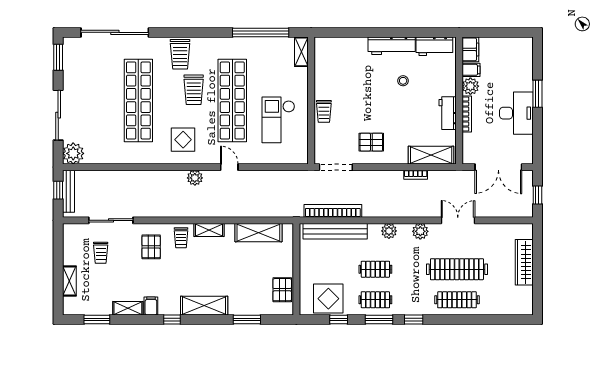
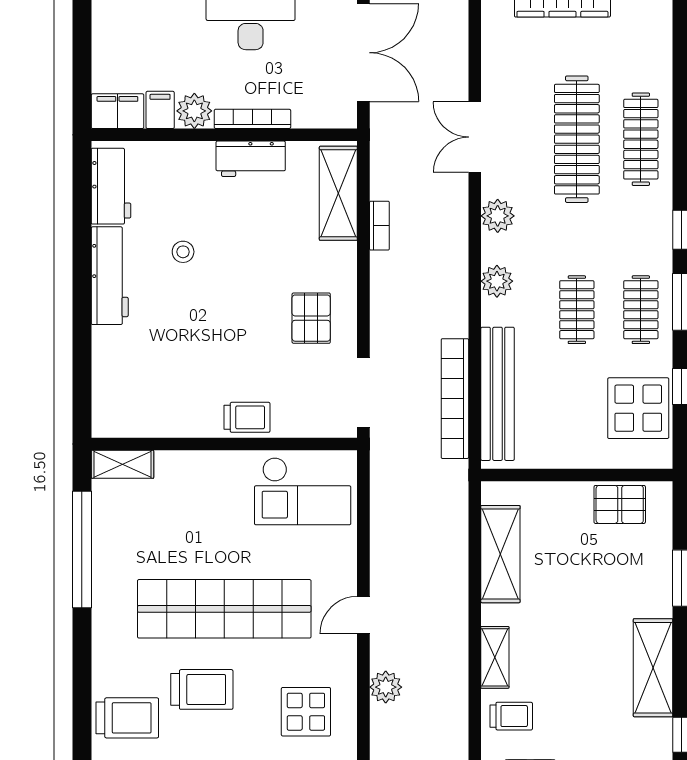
checkout: (278, 120) -> (303, 491), moved

